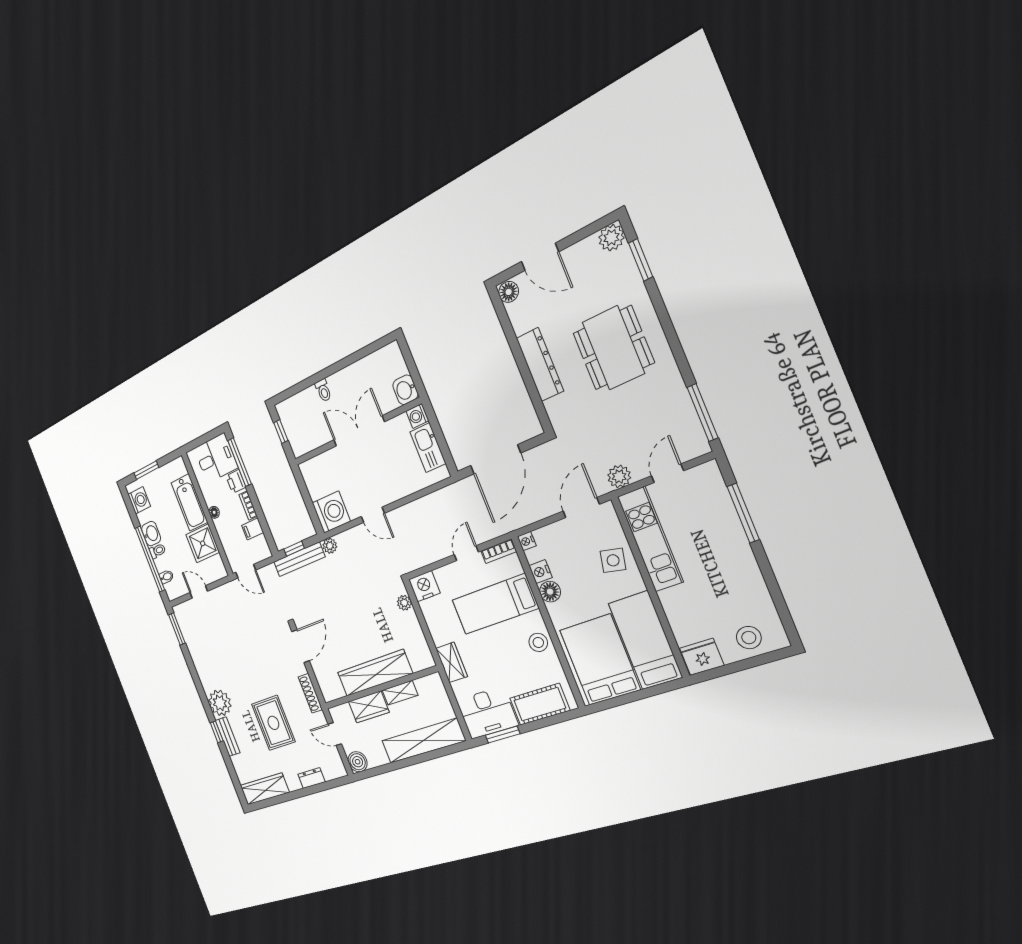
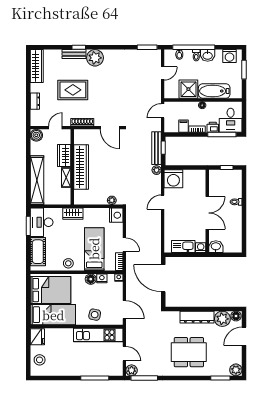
plant: (524, 315) -> (222, 319), added
plant: (619, 476) -> (132, 370), moved

